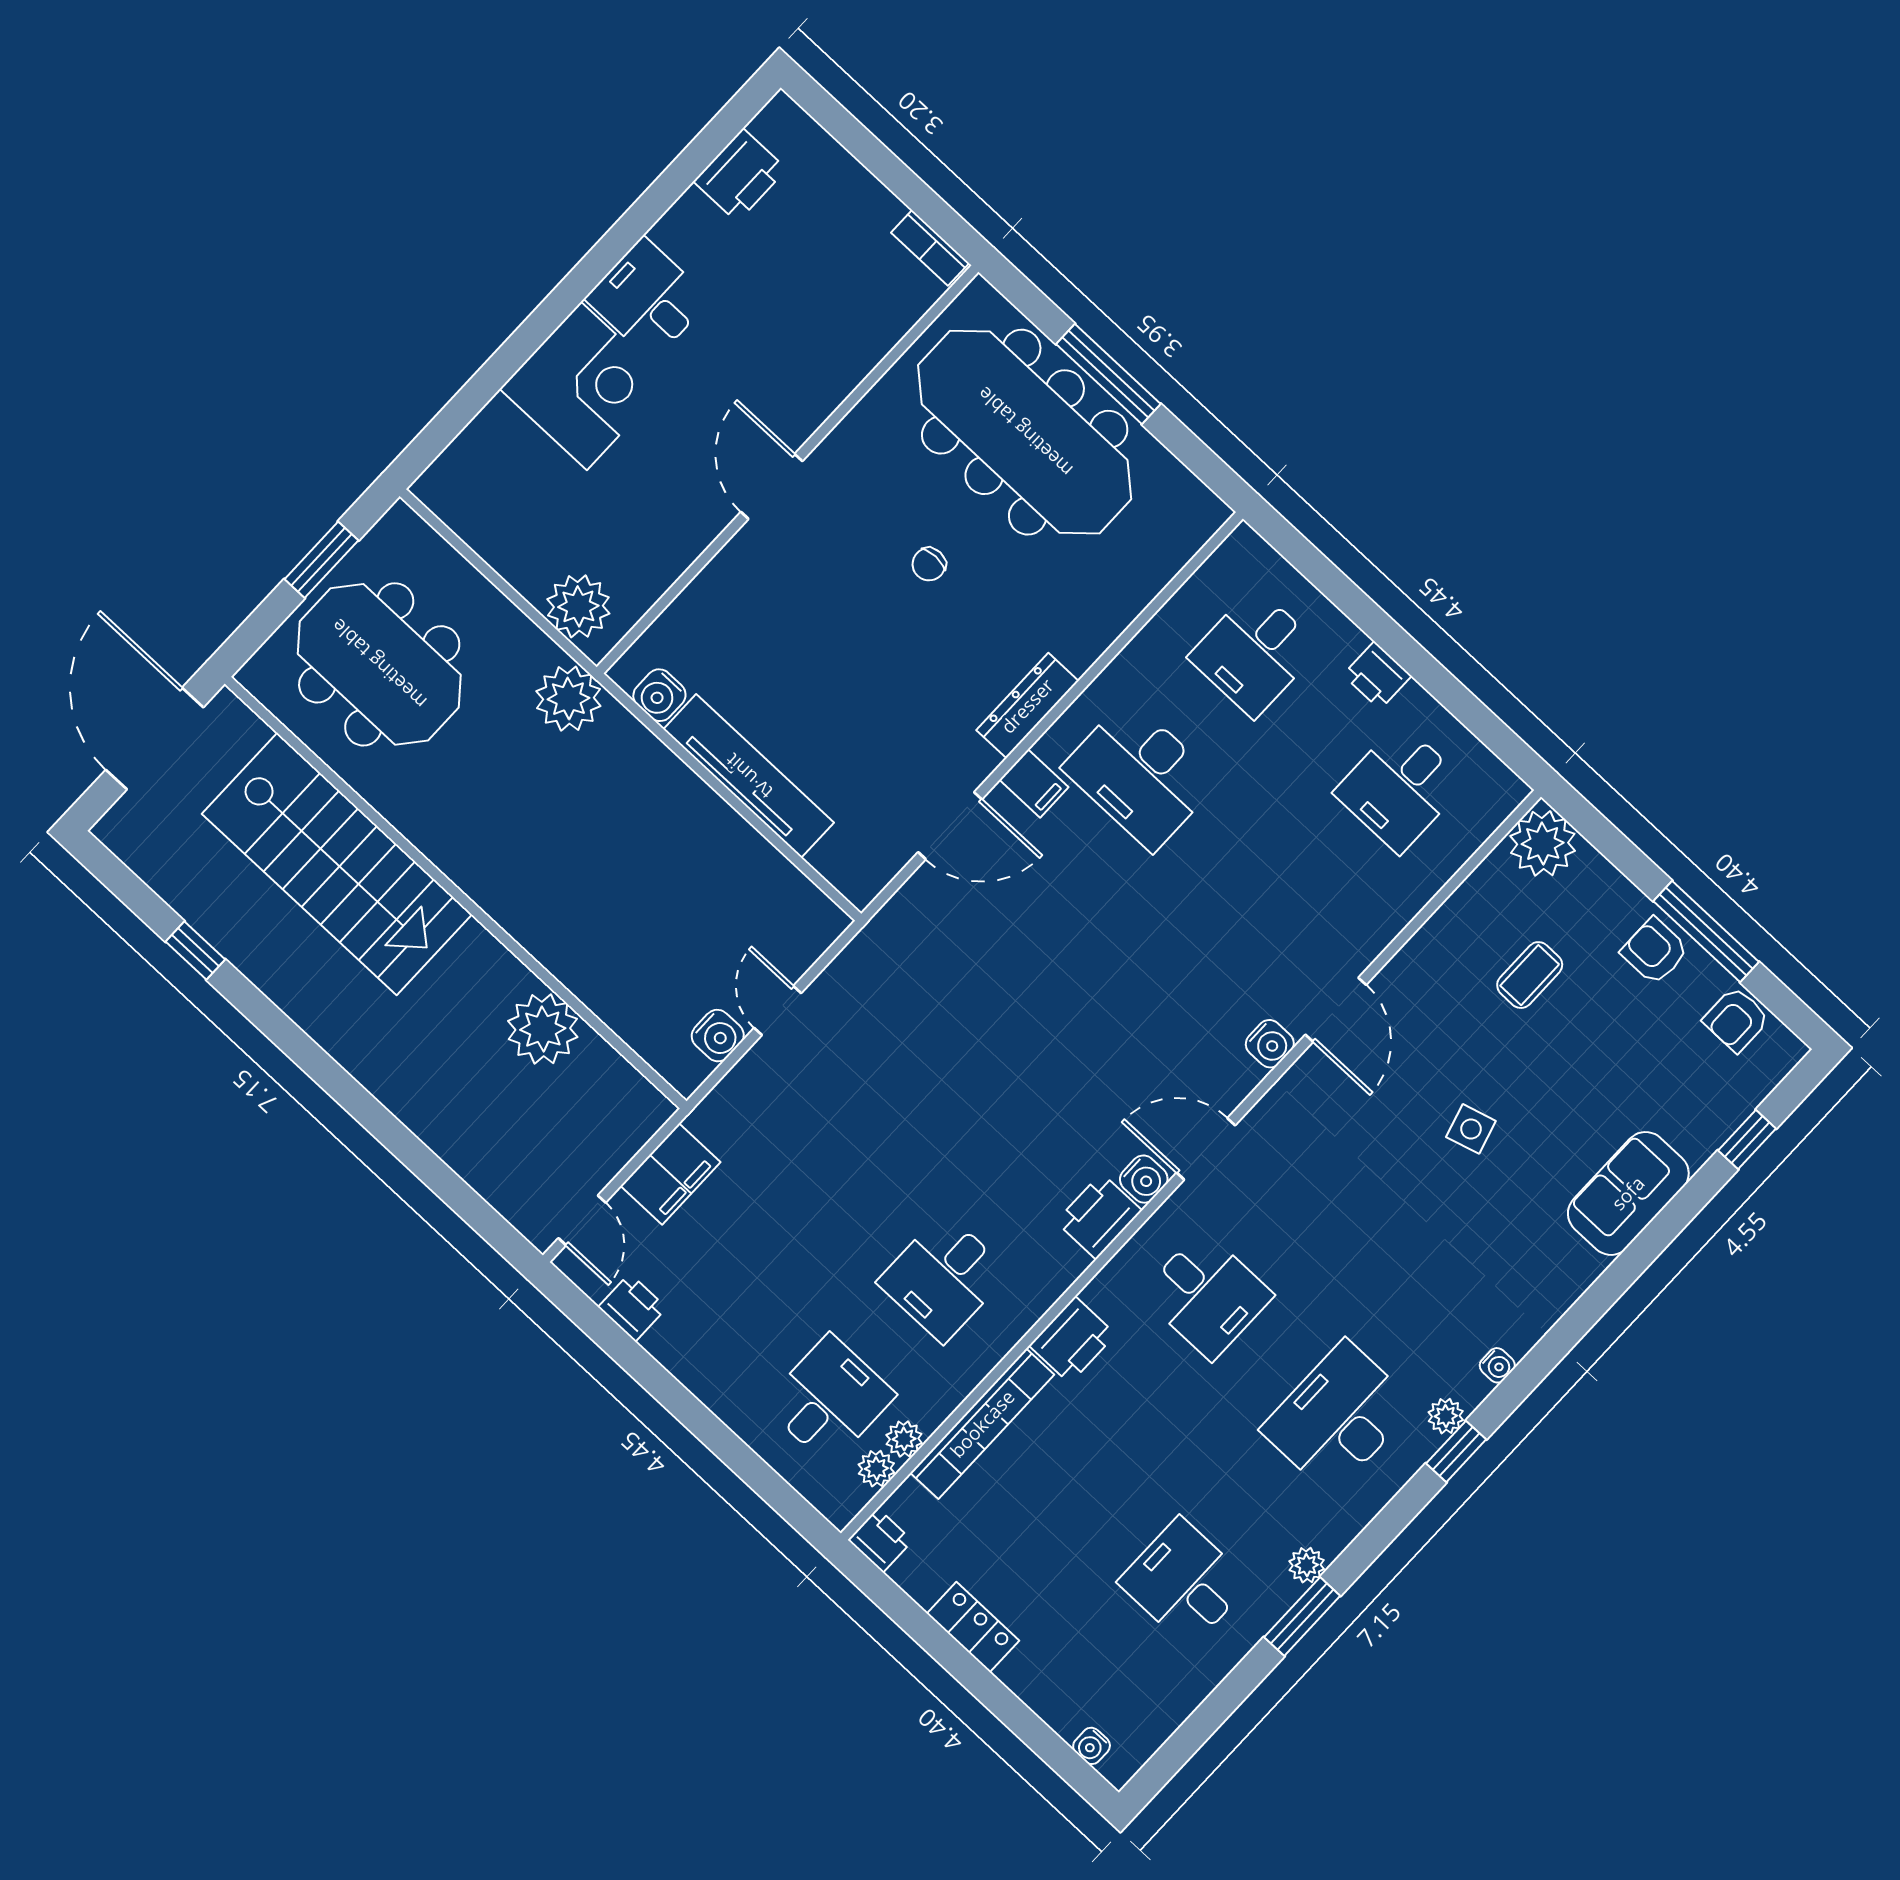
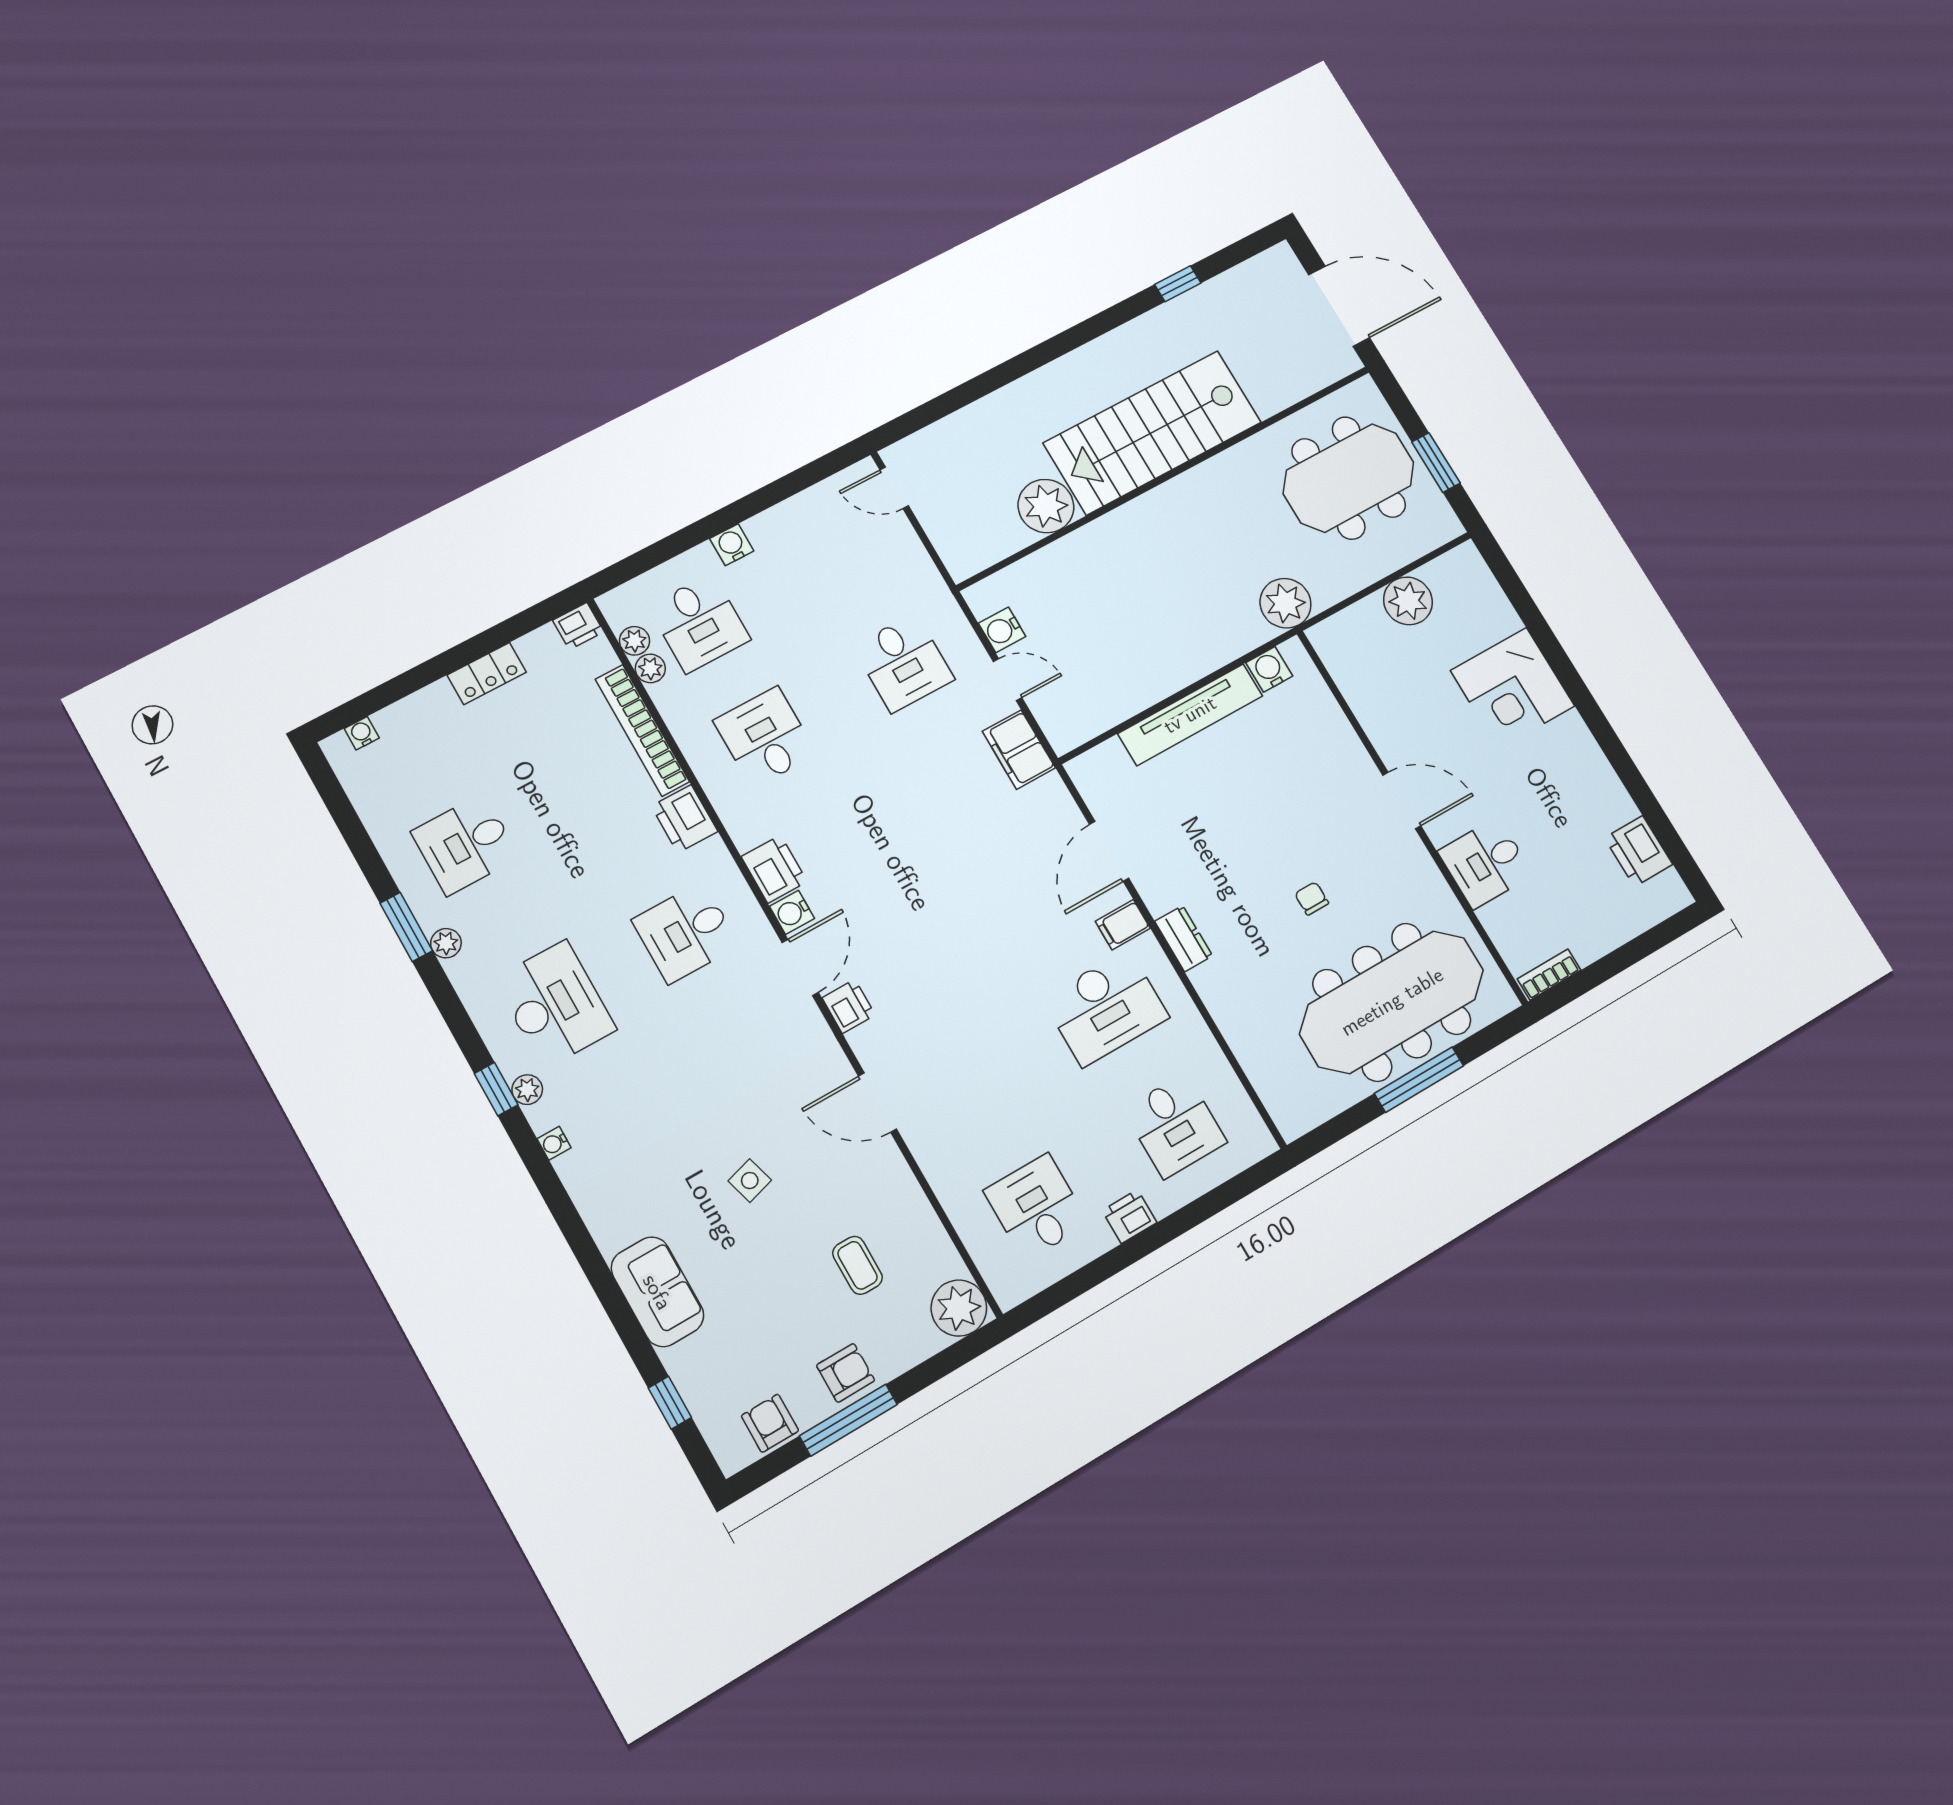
desk: (648, 299) -> (1485, 863), moved, turned 180
plant: (578, 606) -> (1408, 601), moved
desk: (1254, 652) -> (1175, 1126), turned 180
dresser: (1027, 706) -> (1184, 939), width x0.70
desk: (1140, 775) -> (1106, 1008), turned 180
stairs: (337, 864) -> (1152, 433), moved
water cooler: (1270, 1044) -> (732, 545), moved, turned 90
desk: (798, 1142) -> (903, 663), added
filing cabinet: (670, 1174) -> (1019, 750), moved
printer: (632, 1307) -> (849, 1006), moved, turned -90
desk: (1184, 1582) -> (465, 844), turned 180

